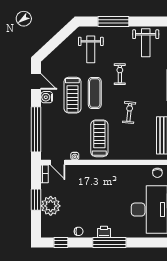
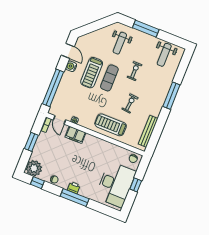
treadmill: (99, 138) -> (111, 125), moved, turned -90
filing cabinet: (82, 172) -> (75, 135), added
plant: (51, 206) -> (34, 168), moved

